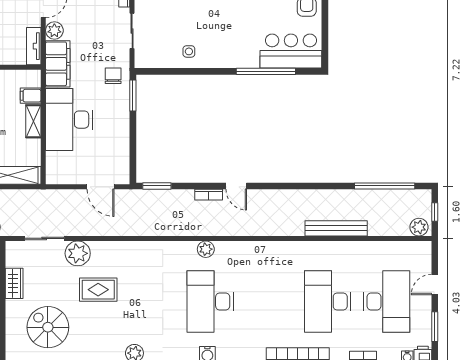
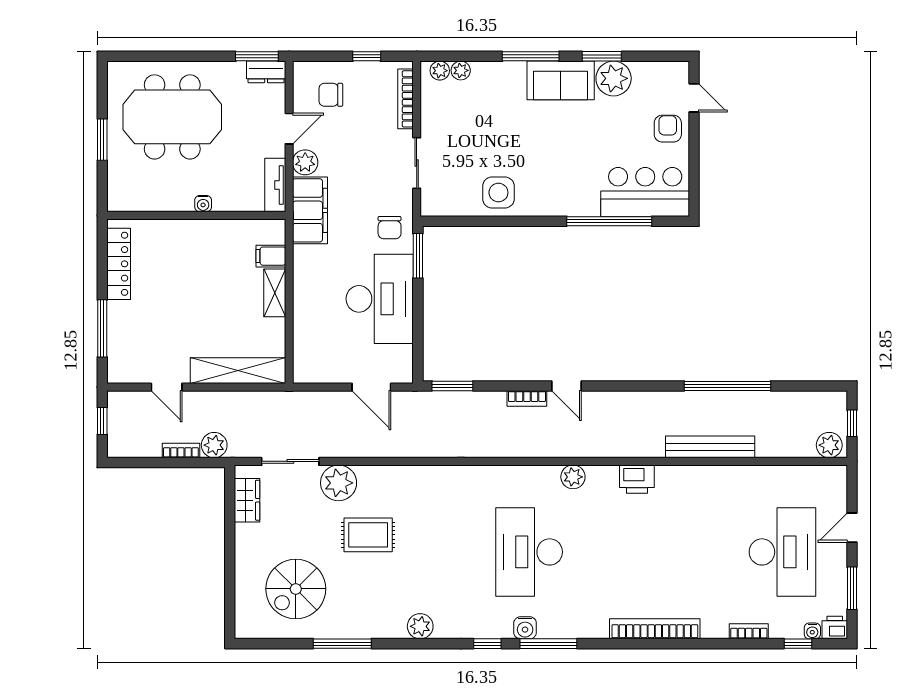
side table: (189, 51) -> (498, 193), width x1.87, depth x1.87
chair: (113, 76) -> (390, 228), turned 180
desk: (69, 120) -> (380, 299), moved, turned 180
window: (385, 186) -> (727, 386), moved
plant: (206, 249) -> (573, 477), moved
printer: (285, 251) -> (637, 479), added
wardrobe: (14, 283) -> (247, 500), moved
desk: (328, 301) -> (698, 552), removed
spiral stairs: (48, 327) -> (296, 589), turned -90

